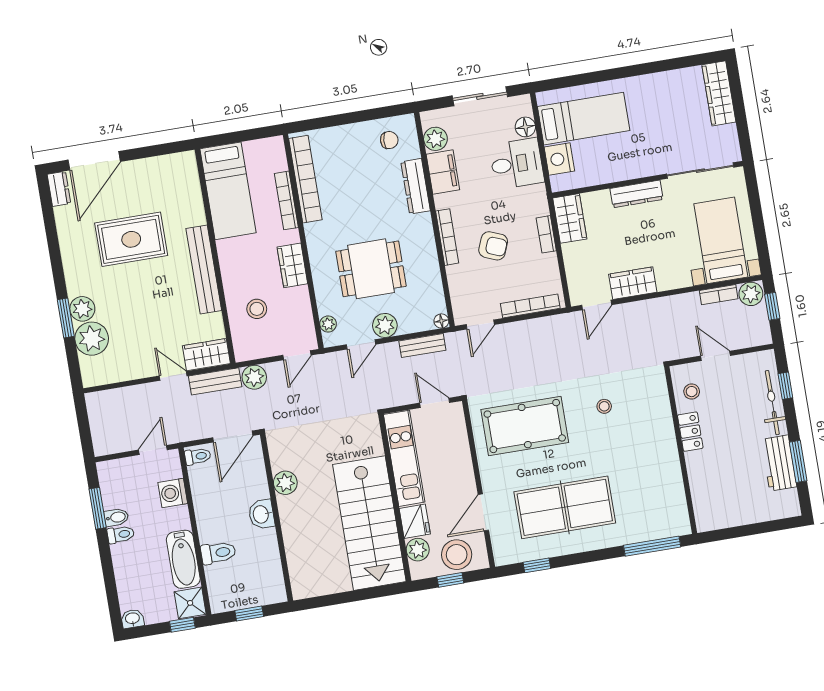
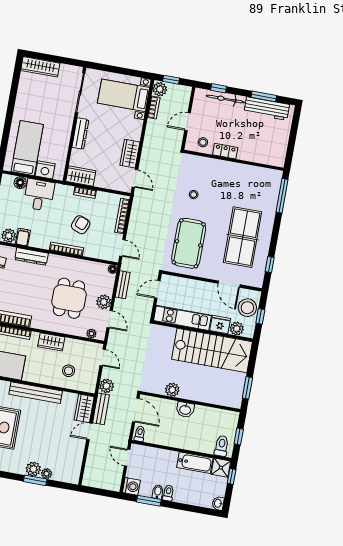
filing cabinet: (443, 172) -> (23, 237), width x0.50
plant: (92, 339) -> (47, 474), width x0.53, depth x0.53
workbench: (779, 463) -> (267, 109), width x1.38
washing machine: (173, 493) -> (131, 486), moved, turned -90
toilet: (218, 553) -> (222, 446), moved
window: (331, 600) -> (247, 388), added

